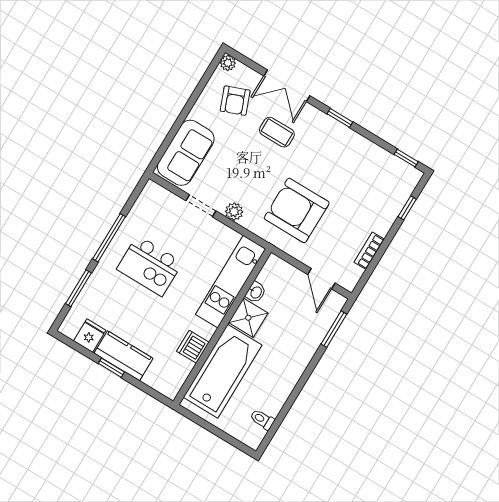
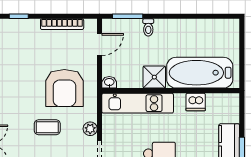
coffee table: (277, 132) -> (47, 127), moved, turned 90
bookcase: (369, 251) -> (62, 24), width x1.56
washbasin: (256, 292) -> (109, 82), moved
toilet: (262, 419) -> (148, 27), moved

